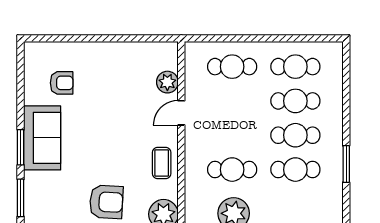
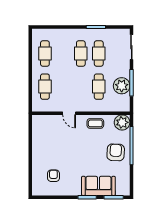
plant: (167, 82) -> (53, 120), removed
cafe table: (295, 101) -> (63, 54), removed
sofa: (42, 138) -> (98, 186), moved

